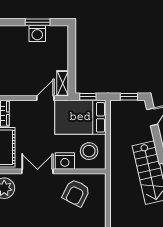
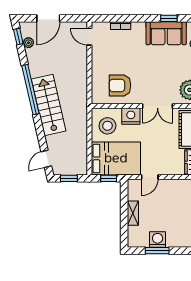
shelving: (63, 83) -> (133, 213), moved
armchair: (76, 193) -> (120, 85), turned -117

